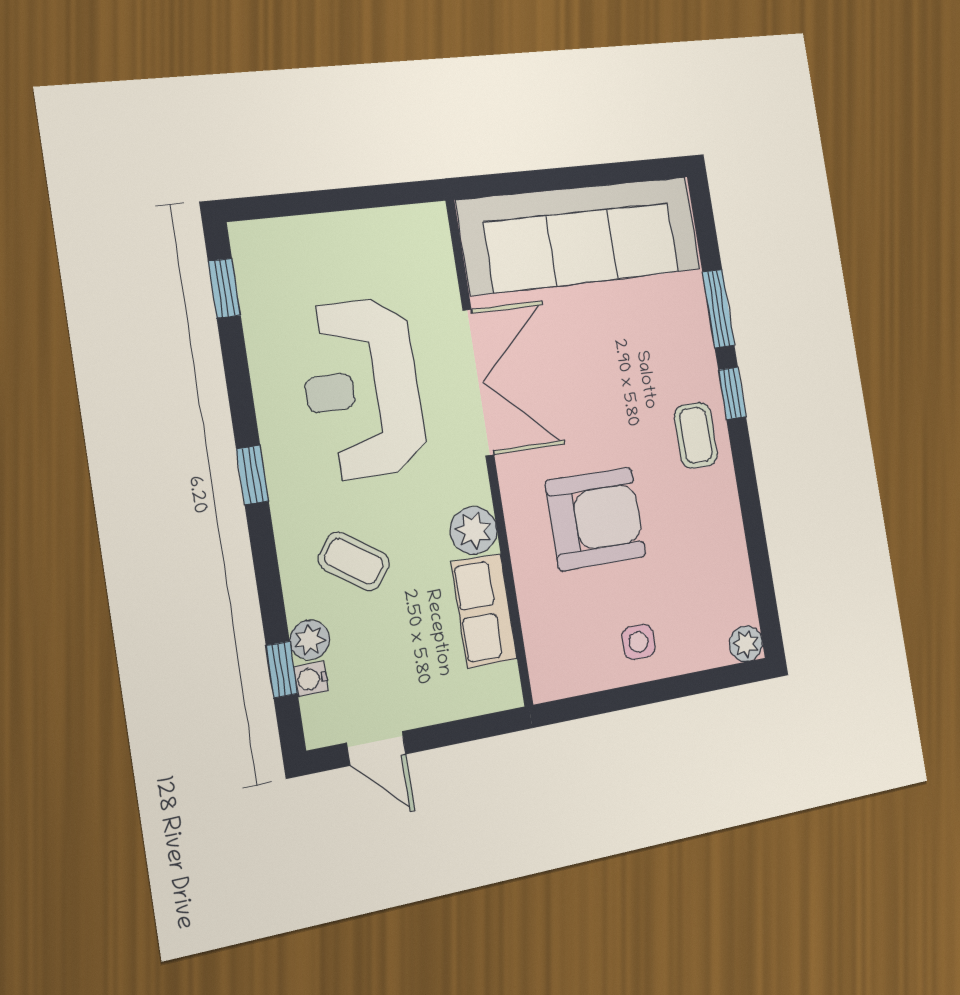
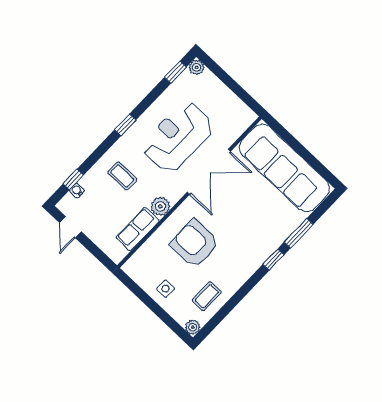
coffee table: (696, 435) -> (207, 296), moved
armchair: (595, 519) -> (195, 244), turned 180
coffee table: (354, 561) -> (122, 176), turned -36
plant: (310, 640) -> (197, 67), moved

